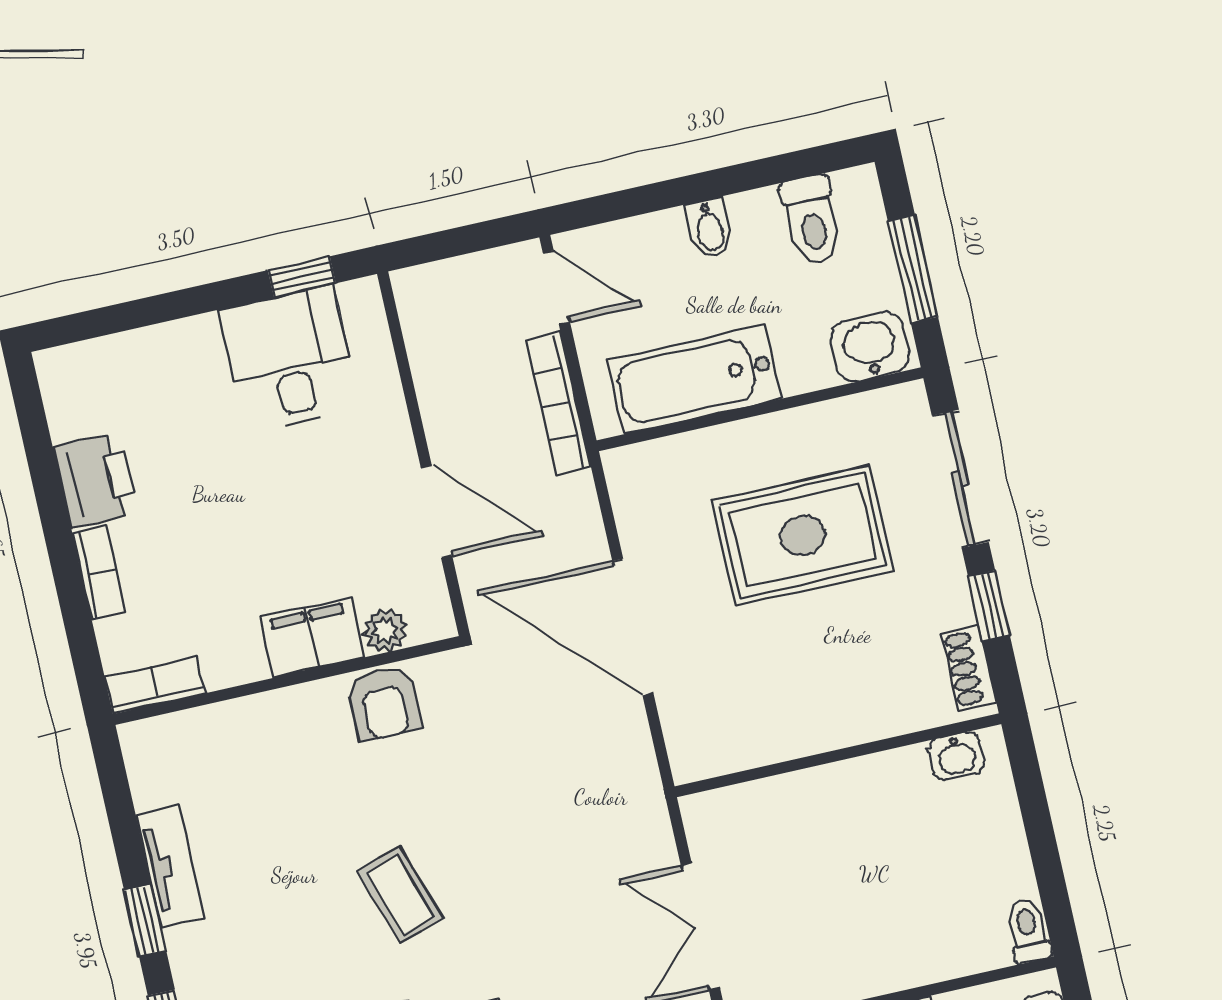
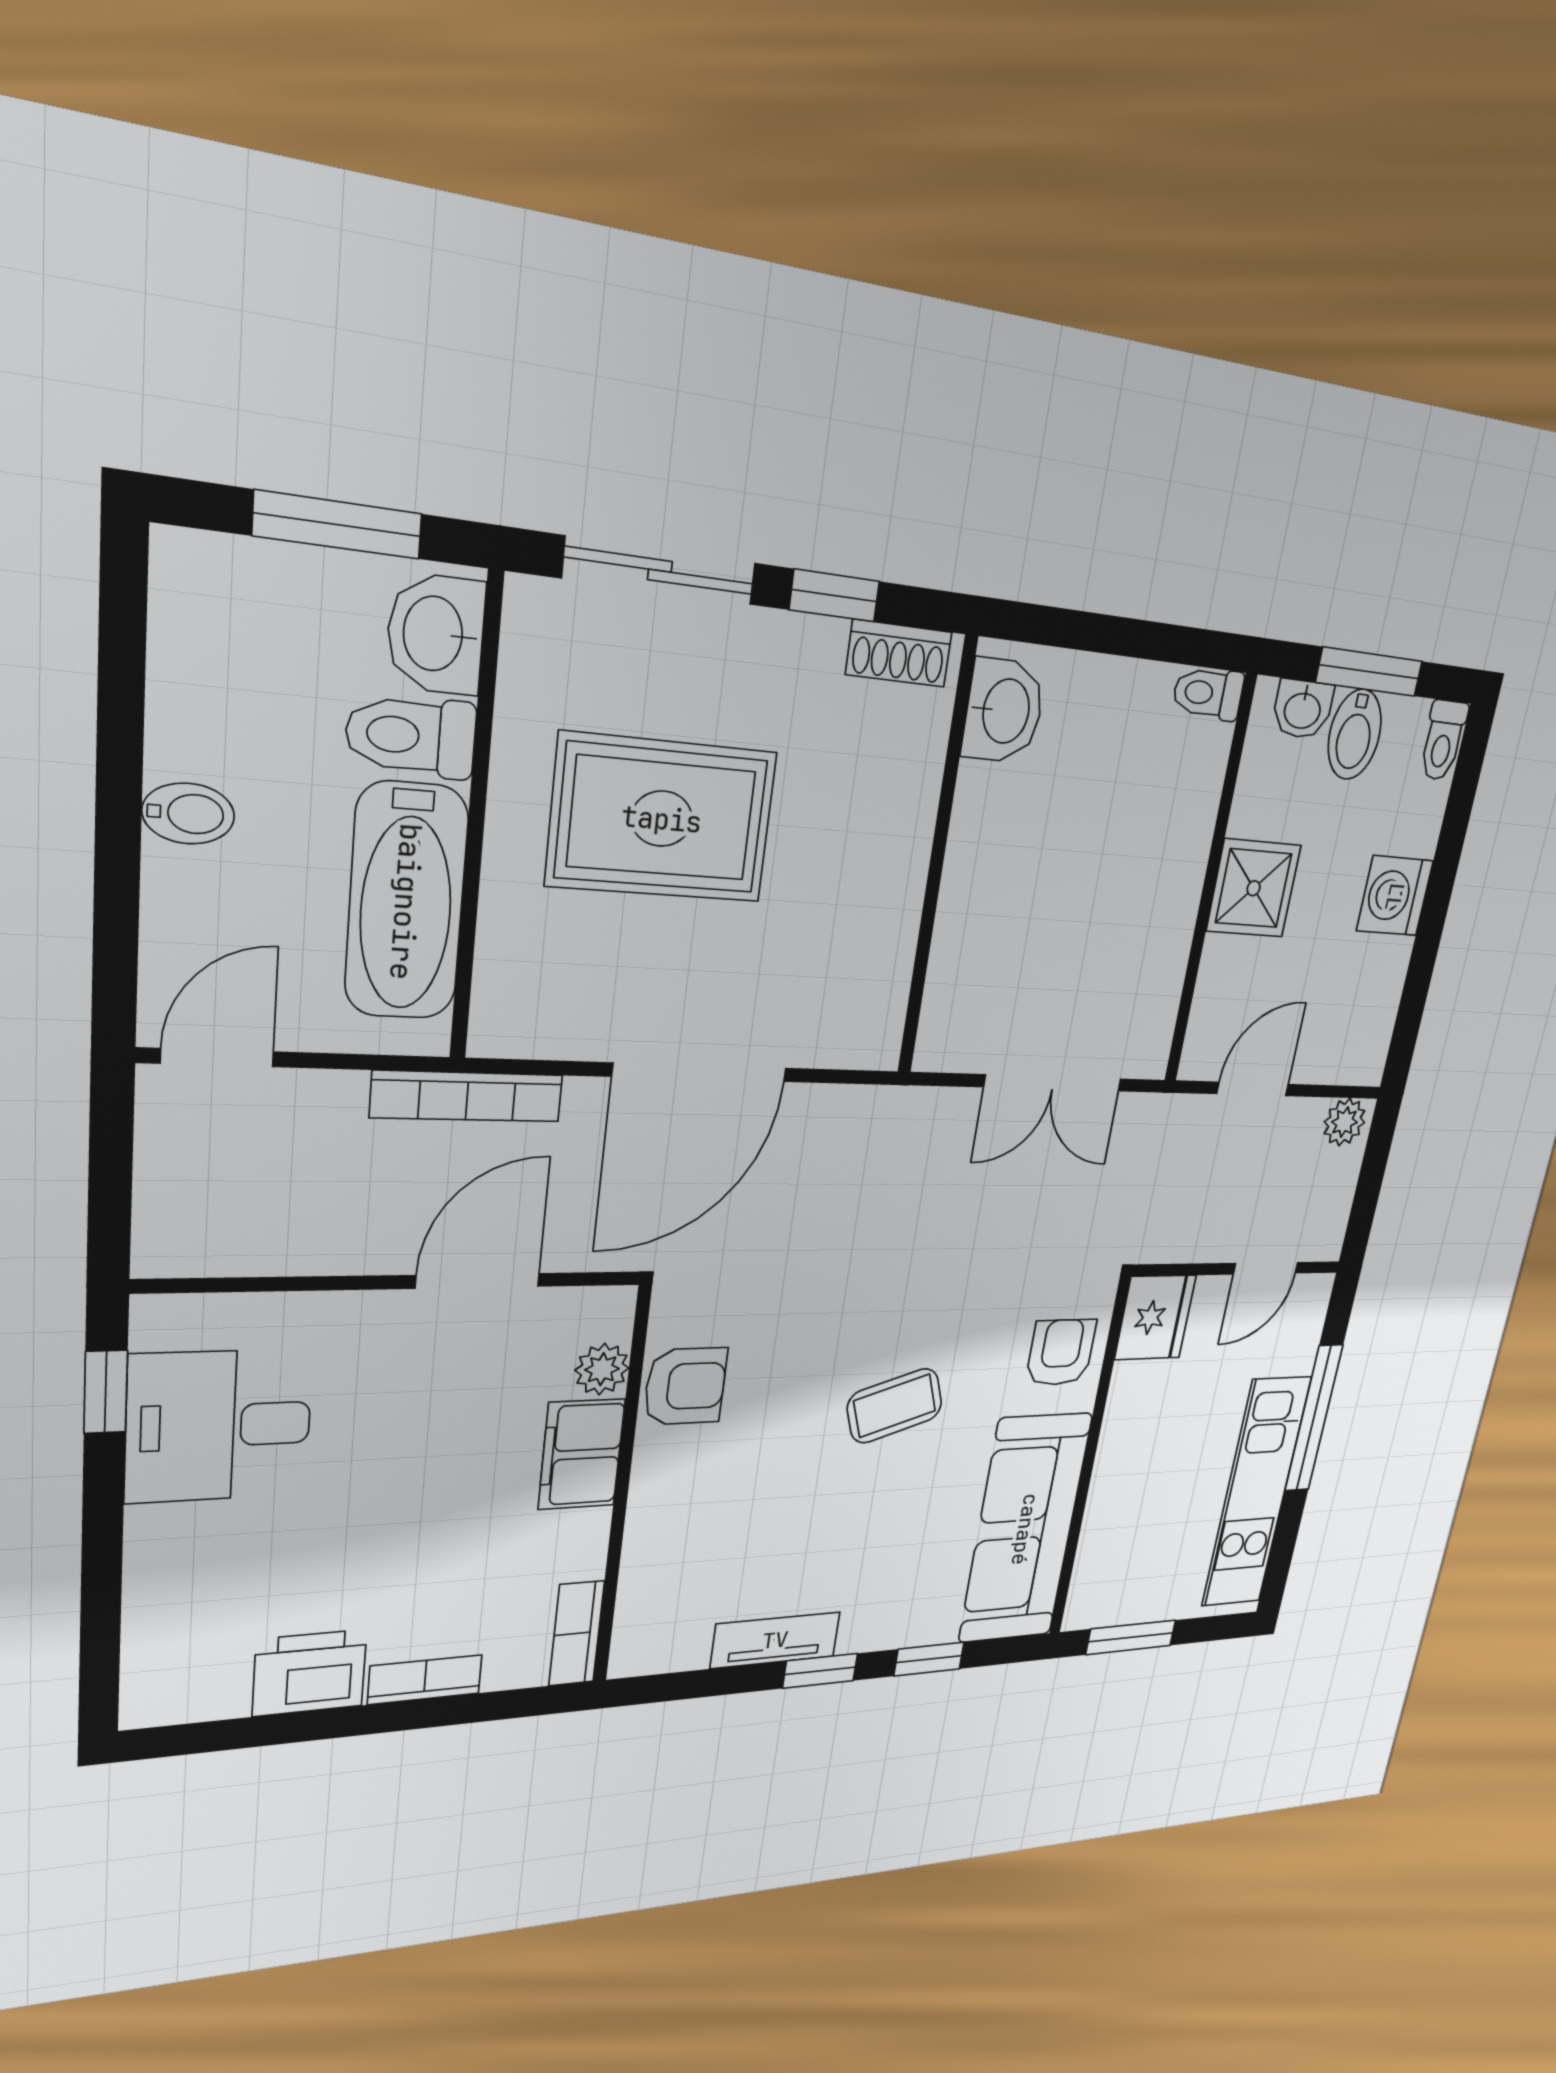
toilet: (812, 220) -> (411, 736), moved, turned 180
bookcase: (559, 403) -> (467, 1096), moved
rug: (803, 535) -> (662, 819), turned 90
washbasin: (957, 756) -> (1004, 711), width x1.38, depth x1.45

